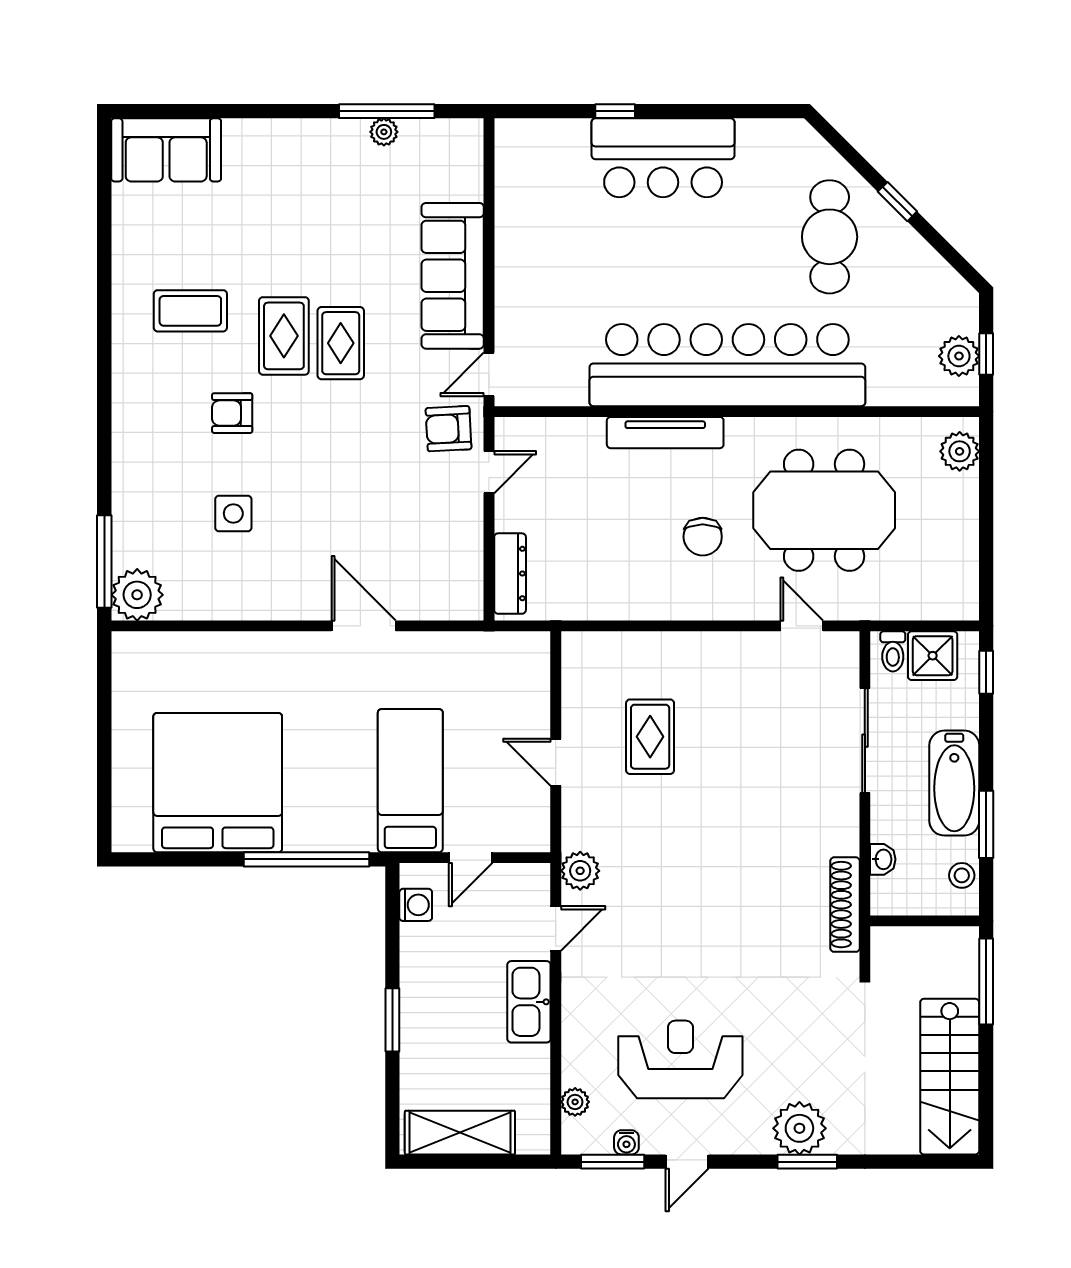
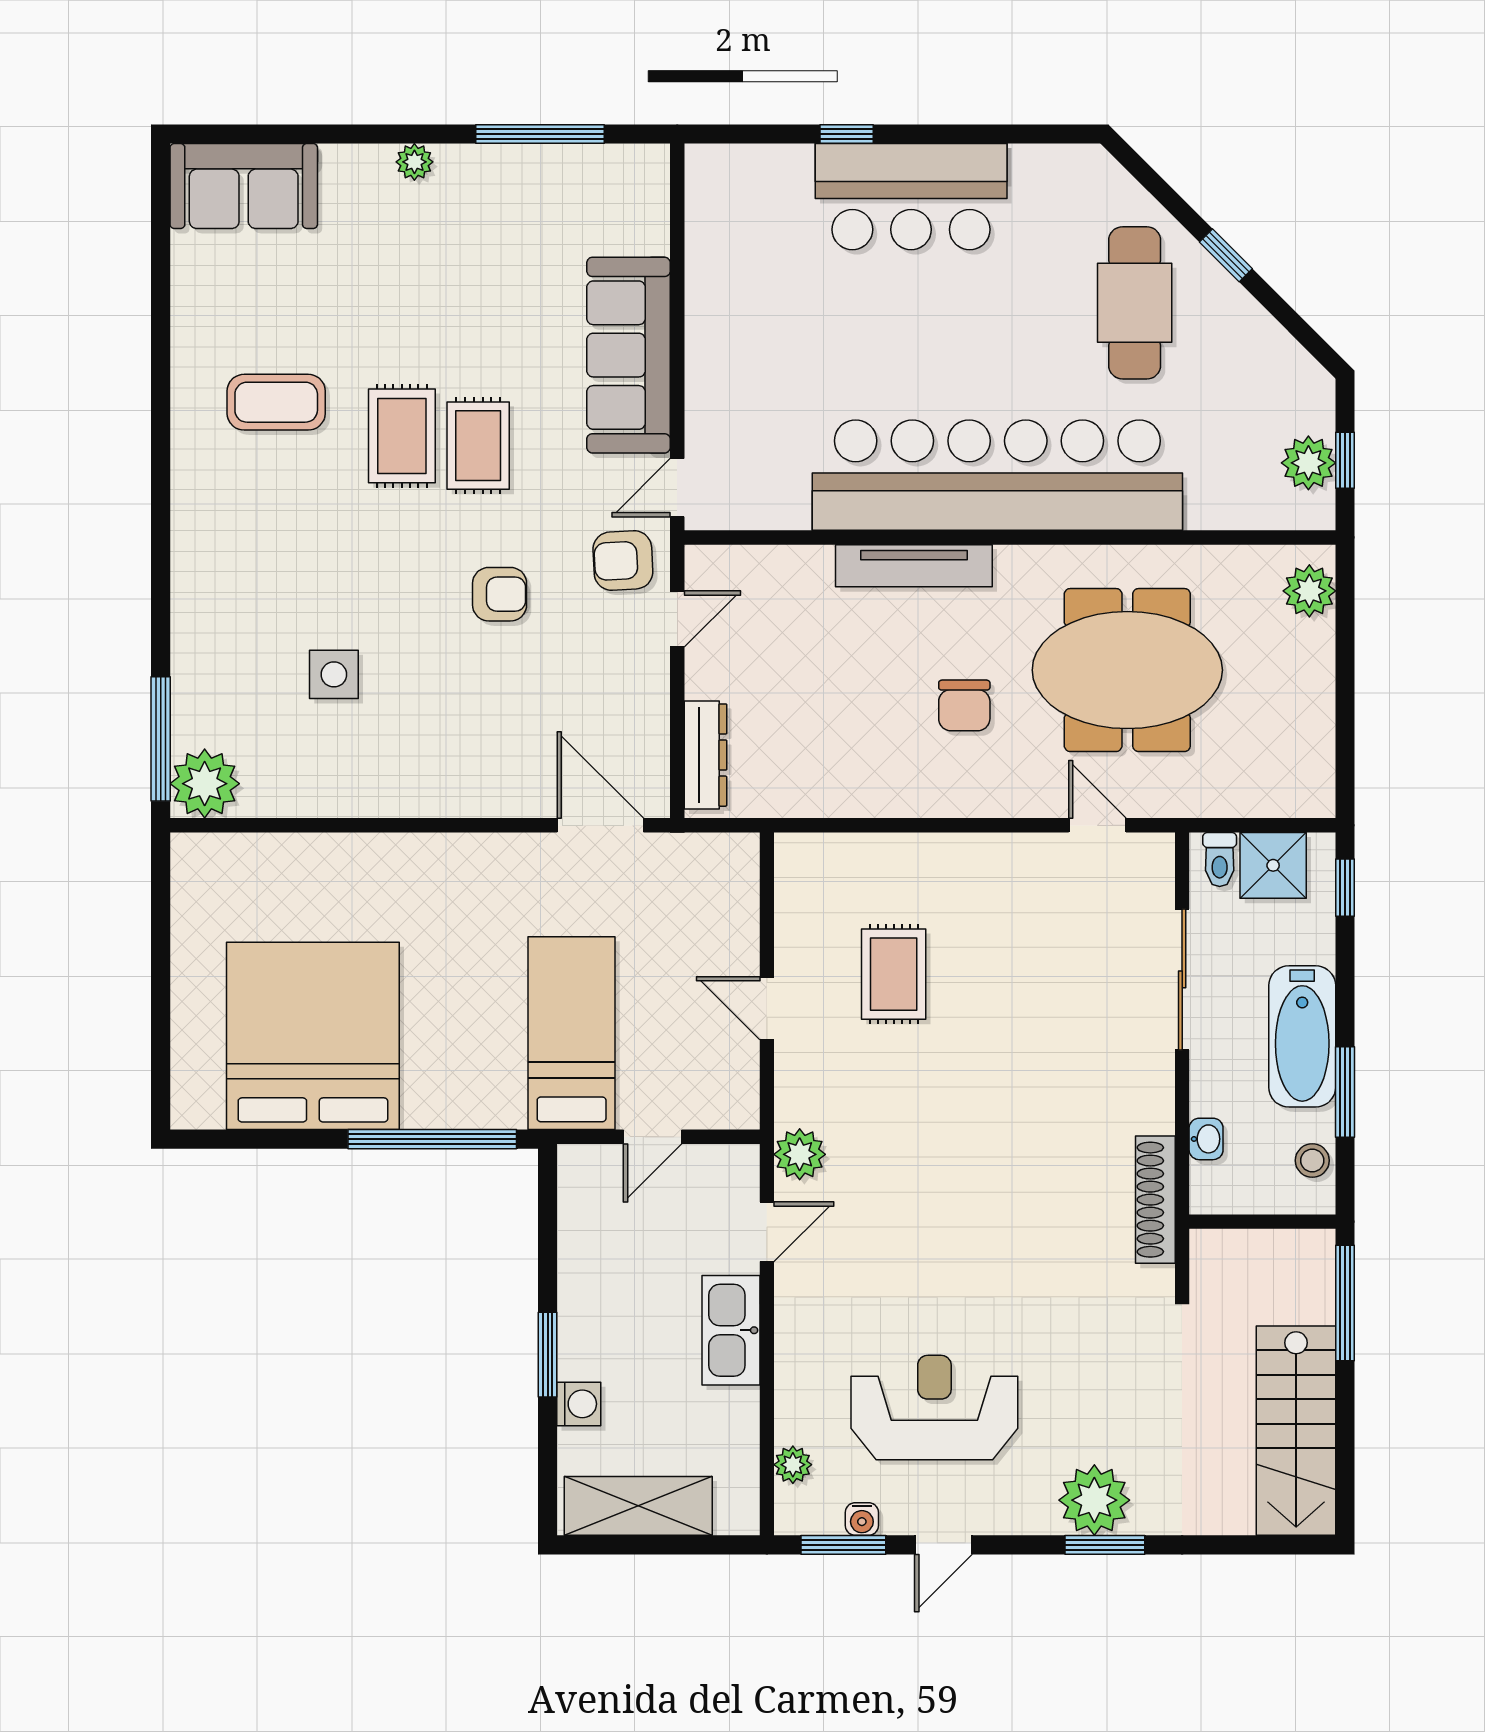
plant: (384, 132) -> (414, 162), moved
armchair: (232, 413) -> (500, 594), moved, turned 180
door: (364, 626) -> (600, 825), moved
washing machine: (416, 905) -> (579, 1404), moved

